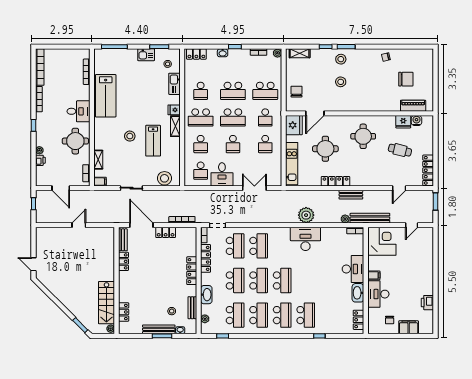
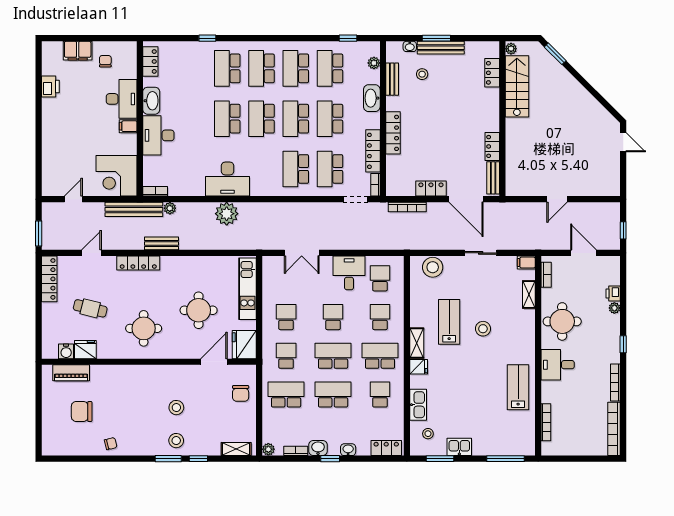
washbasin: (243, 54) -> (318, 448), added
lab bench: (106, 96) -> (518, 387), width x0.73, depth x0.72
locker: (335, 181) -> (138, 263), moved
school desk: (306, 280) -> (227, 119), added

